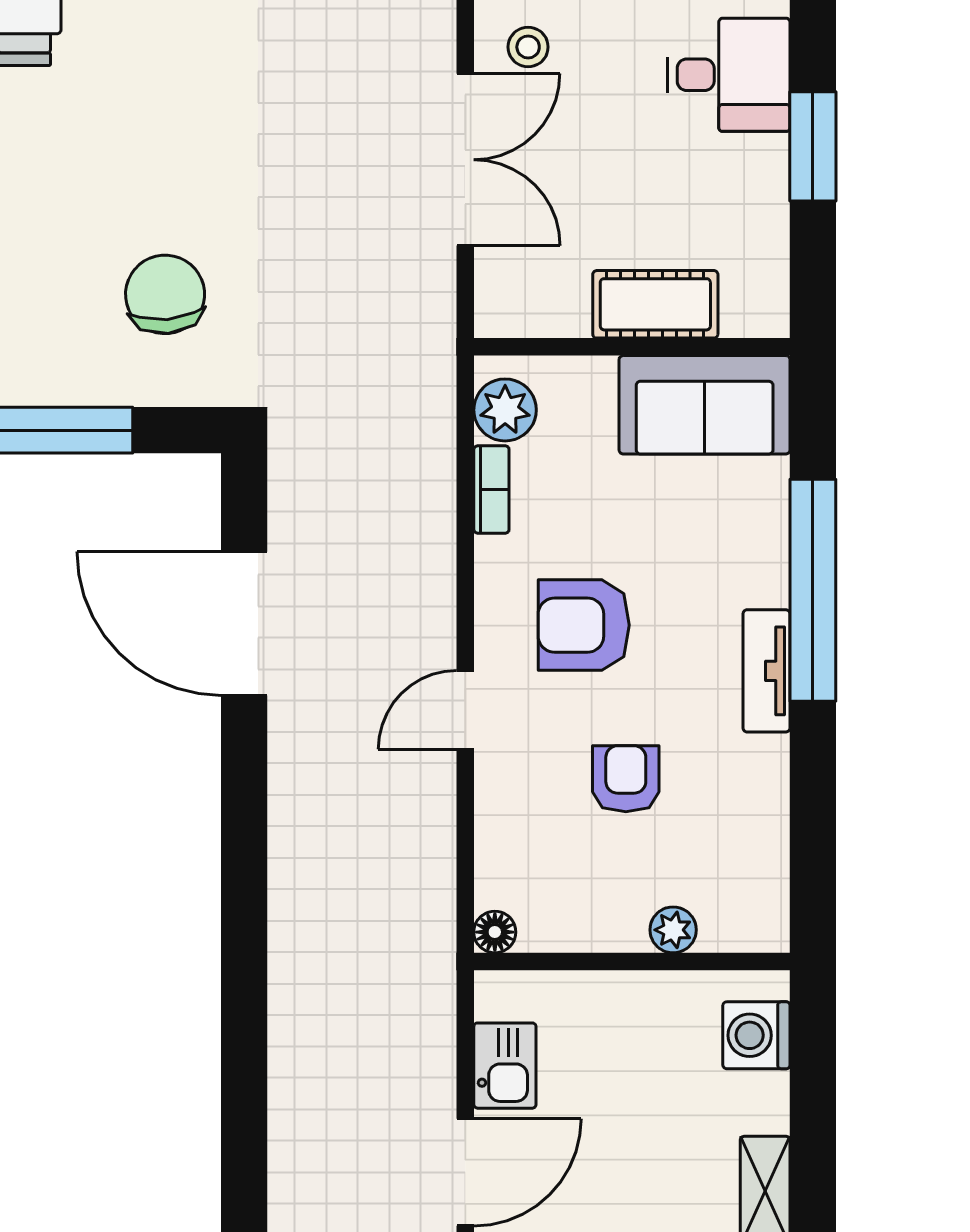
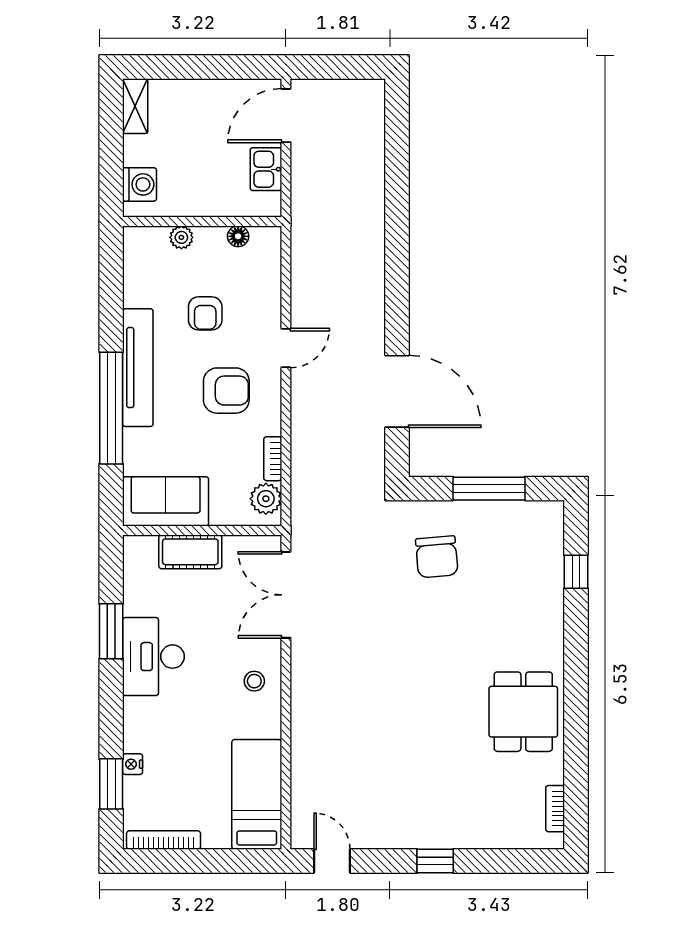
desk: (729, 75) -> (153, 657), width x1.37
double door: (465, 160) -> (286, 595), moved
tv unit: (766, 671) -> (138, 368), width x1.92, depth x1.29
floor lamp: (495, 932) -> (238, 236), moved

